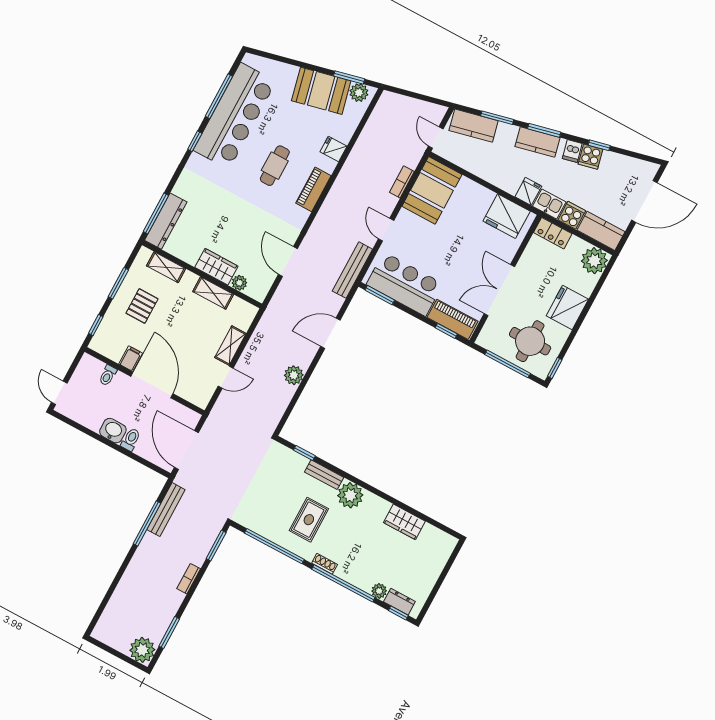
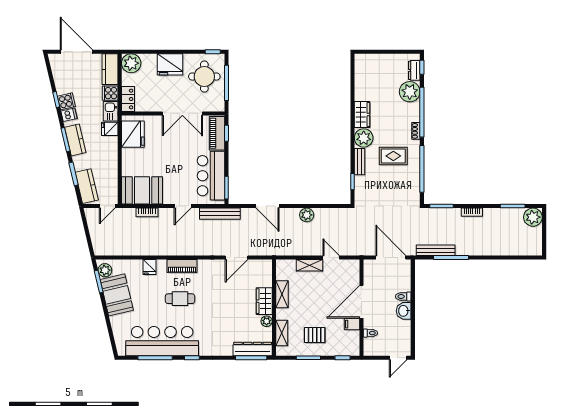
plant: (239, 283) -> (267, 321), moved
door: (186, 450) -> (391, 258), swing flipped
wardrobe: (404, 522) -> (362, 115), moved
plant: (379, 591) -> (410, 92), width x1.88, depth x1.88

